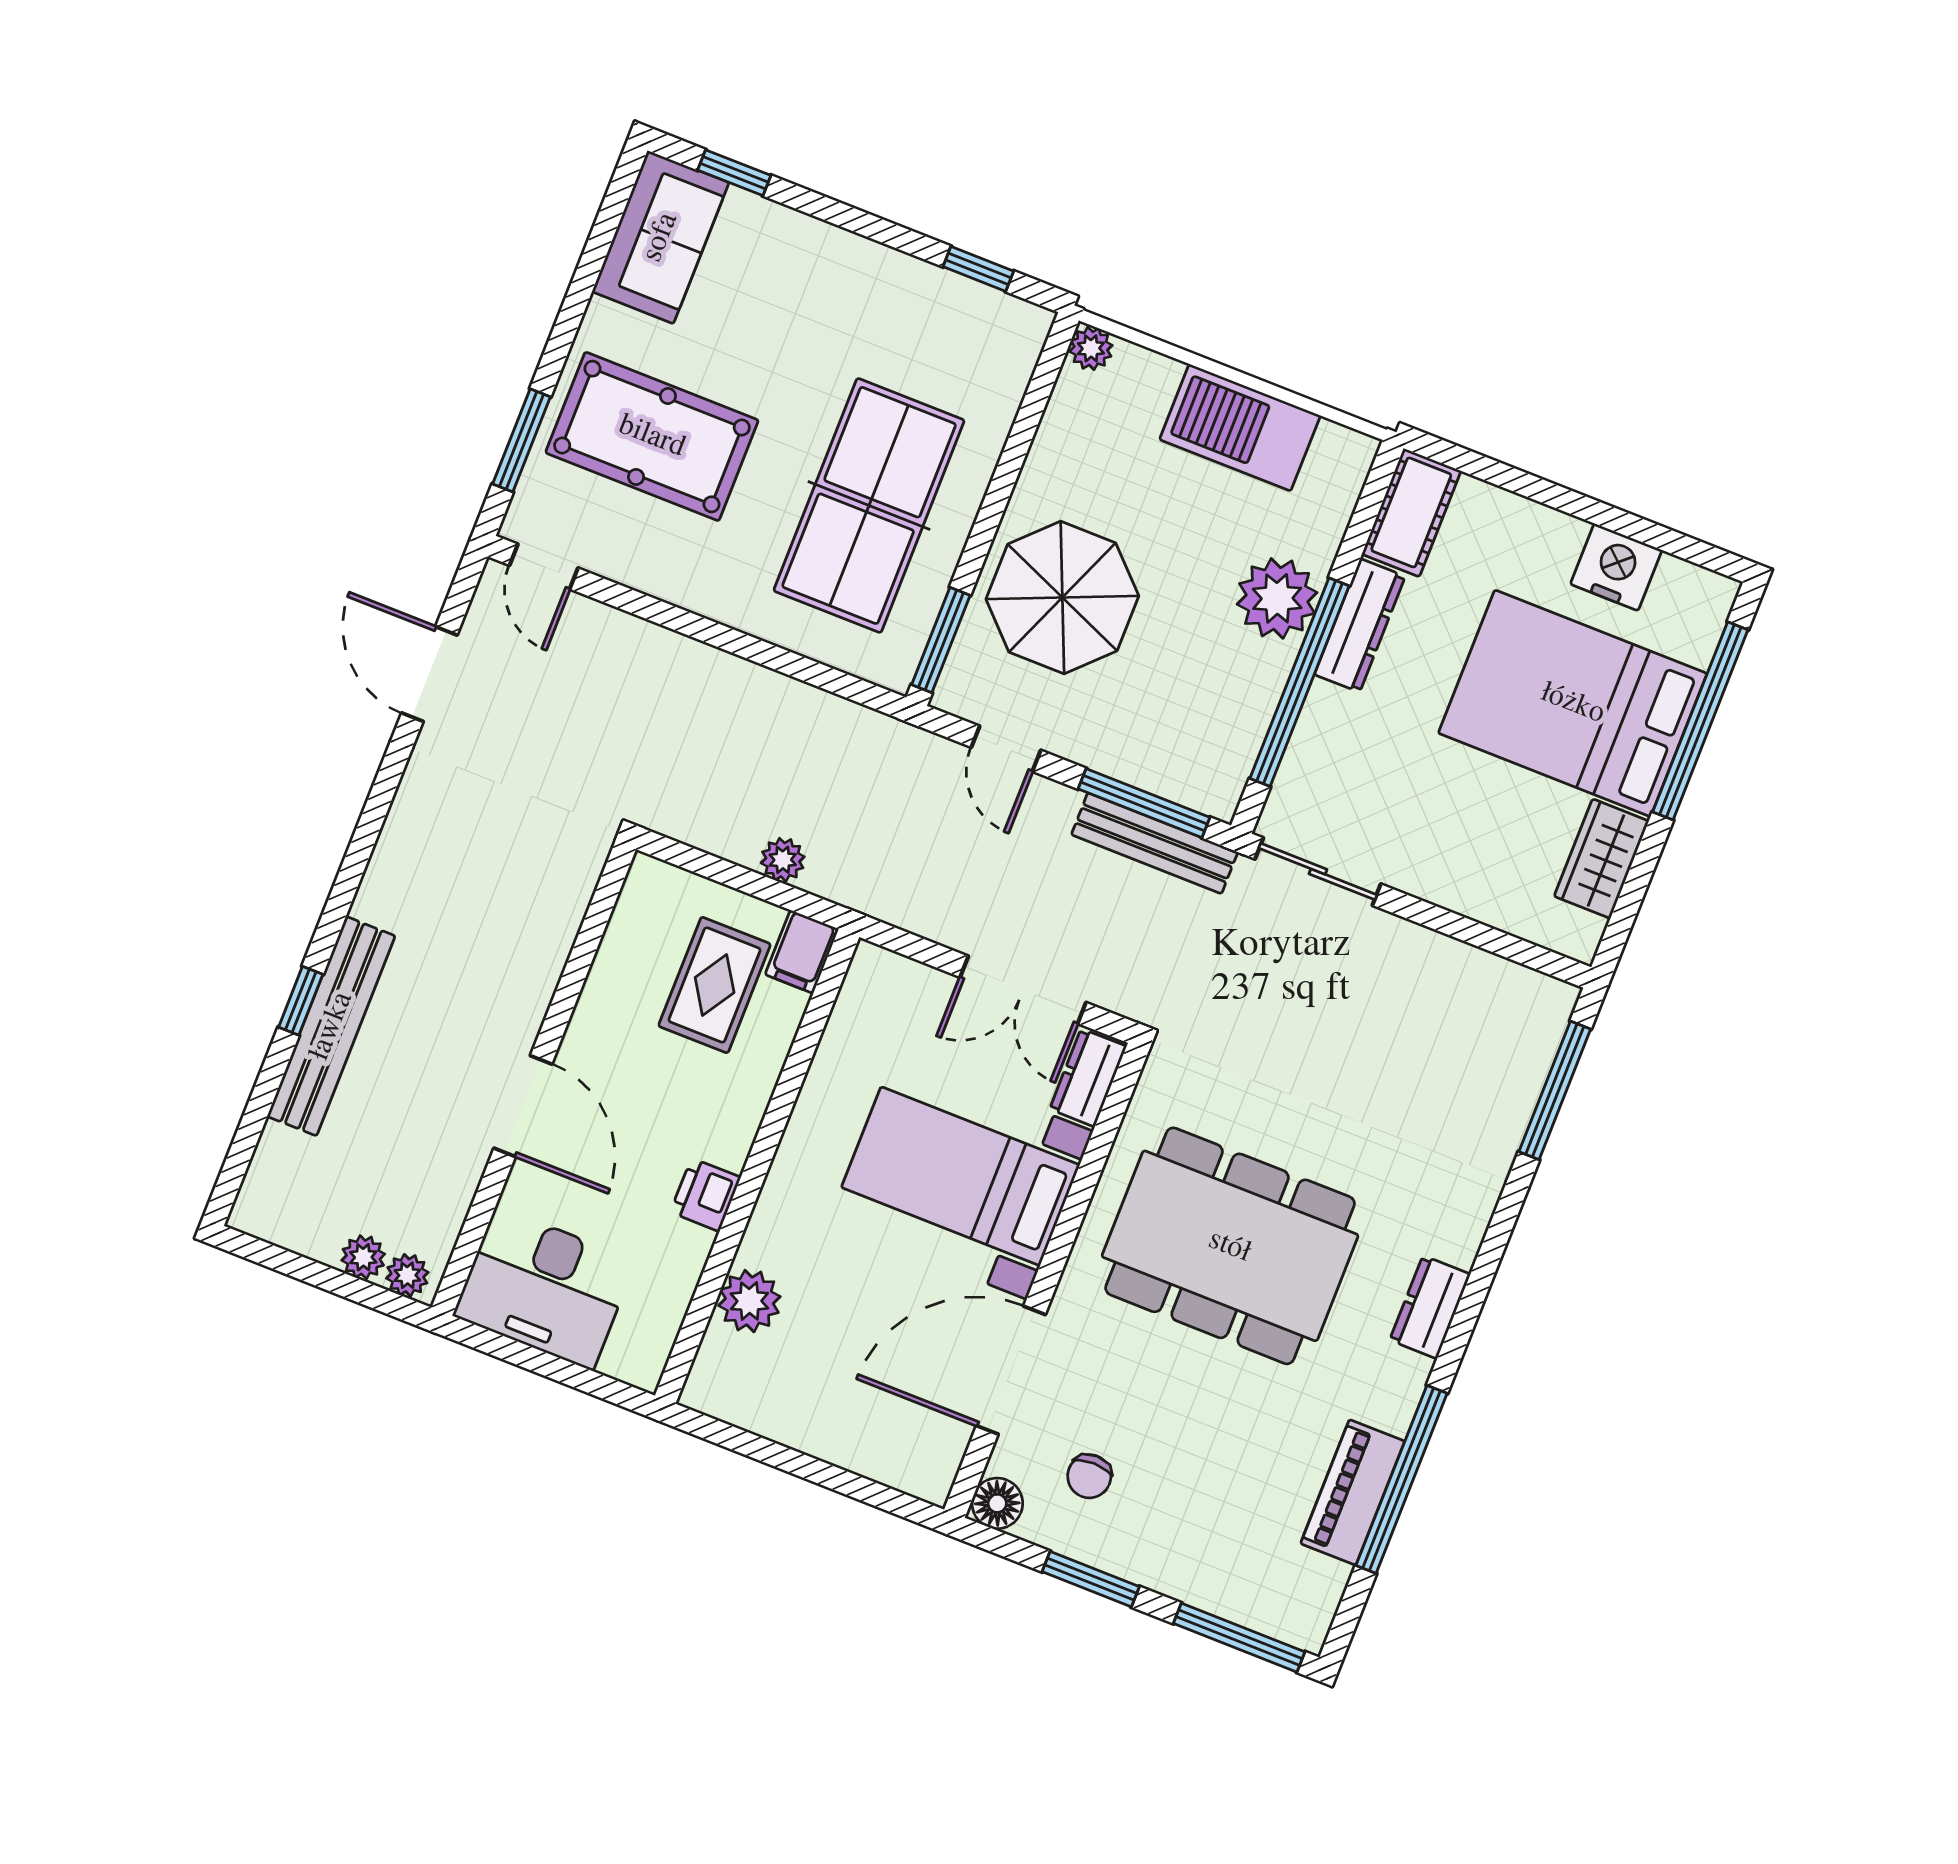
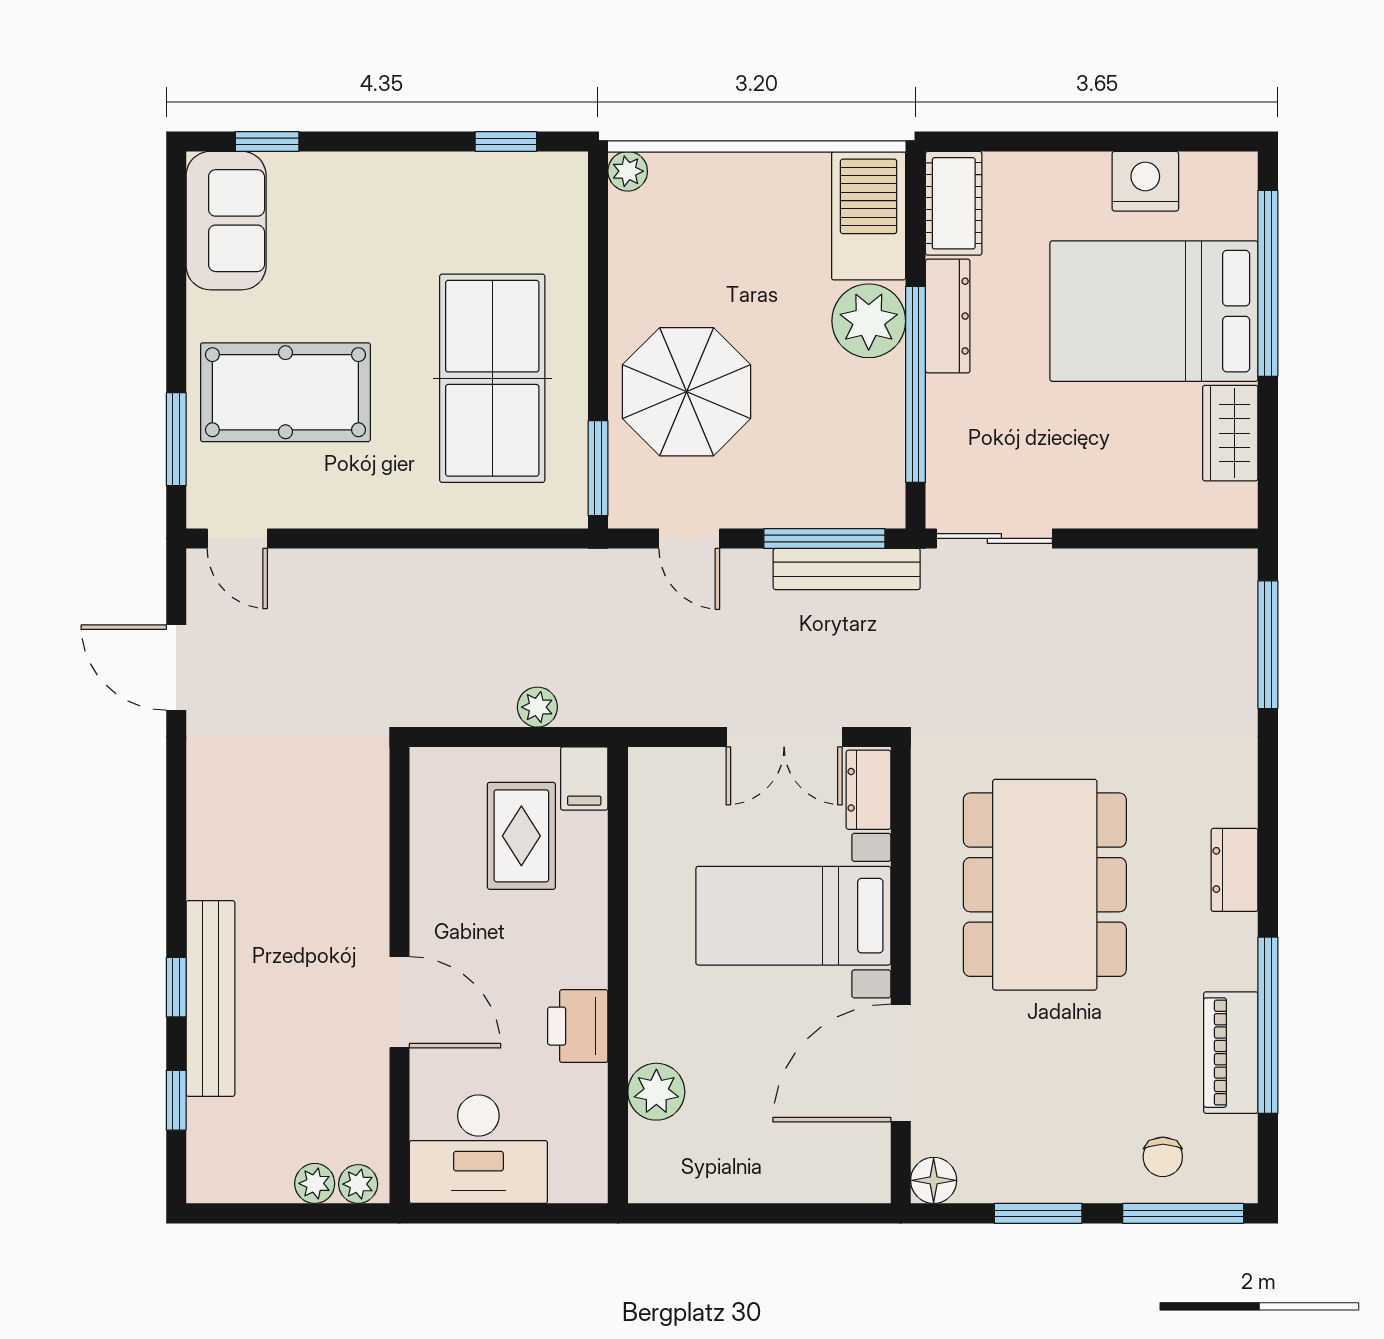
barbecue: (1240, 427) -> (869, 216), moved, turned 90
window: (255, 1116) -> (176, 1100), added
printer: (705, 1195) -> (578, 1026), width x1.36, depth x1.24
dining table: (1230, 1246) -> (1045, 885), turned 90
chair: (1089, 1476) -> (1163, 1157), moved

